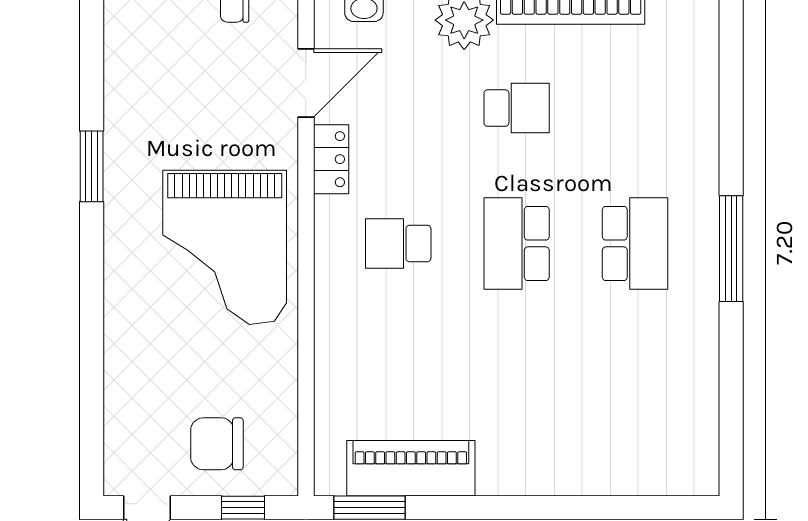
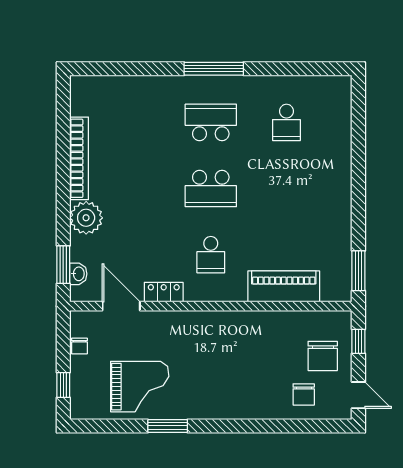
school desk: (517, 108) -> (286, 122), moved, turned 180
grand piano: (225, 247) -> (140, 387), moved, width x0.73, depth x0.68
chair: (148, 410) -> (304, 394), added
piano: (411, 468) -> (284, 286), moved, turned 90

